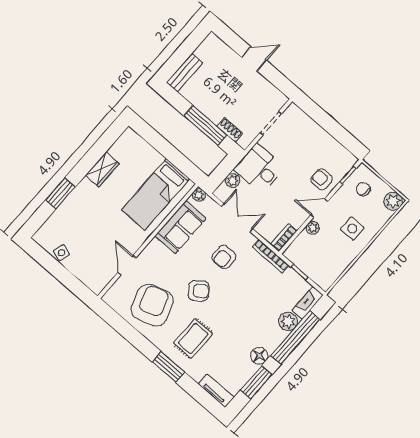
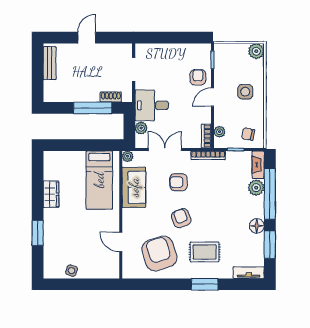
bench: (185, 73) -> (50, 63), moved
armchair: (322, 179) -> (198, 77), turned 90
chair: (363, 189) -> (248, 134), moved
plant: (313, 228) -> (219, 132), moved
armchair: (224, 257) -> (179, 182), turned 90
armchair: (199, 291) -> (181, 218), turned -75
rug: (193, 338) -> (205, 252), turned 90

